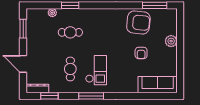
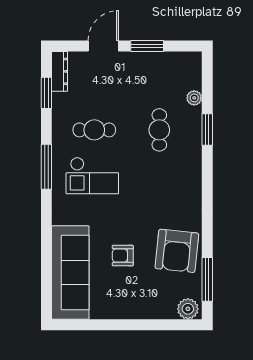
window: (23, 29) -> (147, 46), moved
plant: (171, 41) -> (188, 309), moved
sofa: (158, 85) -> (70, 273), width x1.36, depth x1.27

